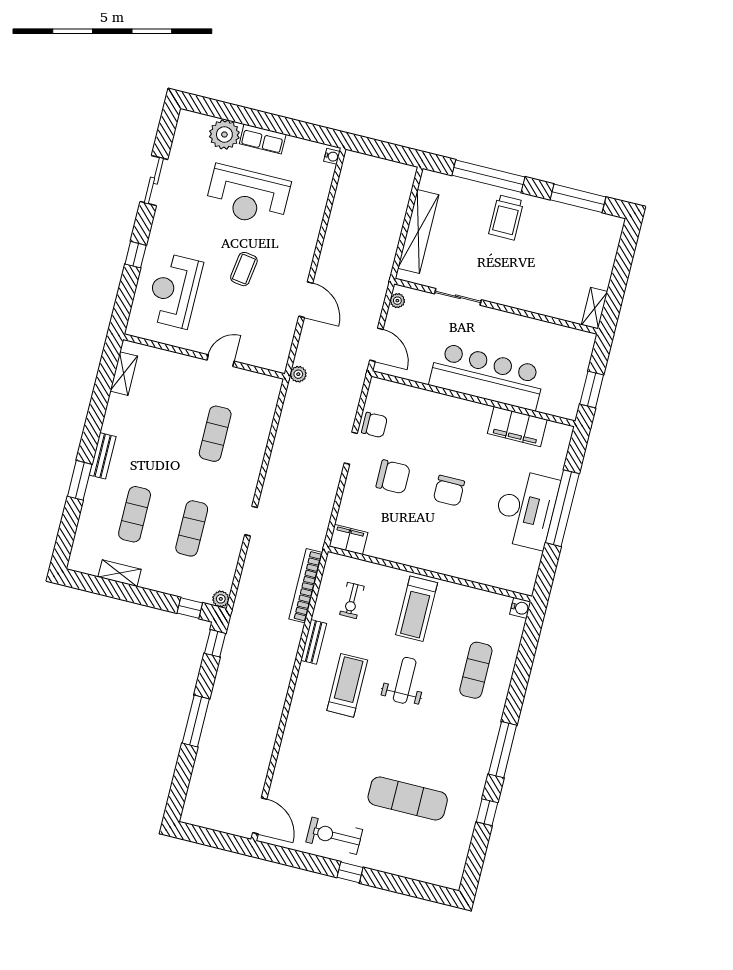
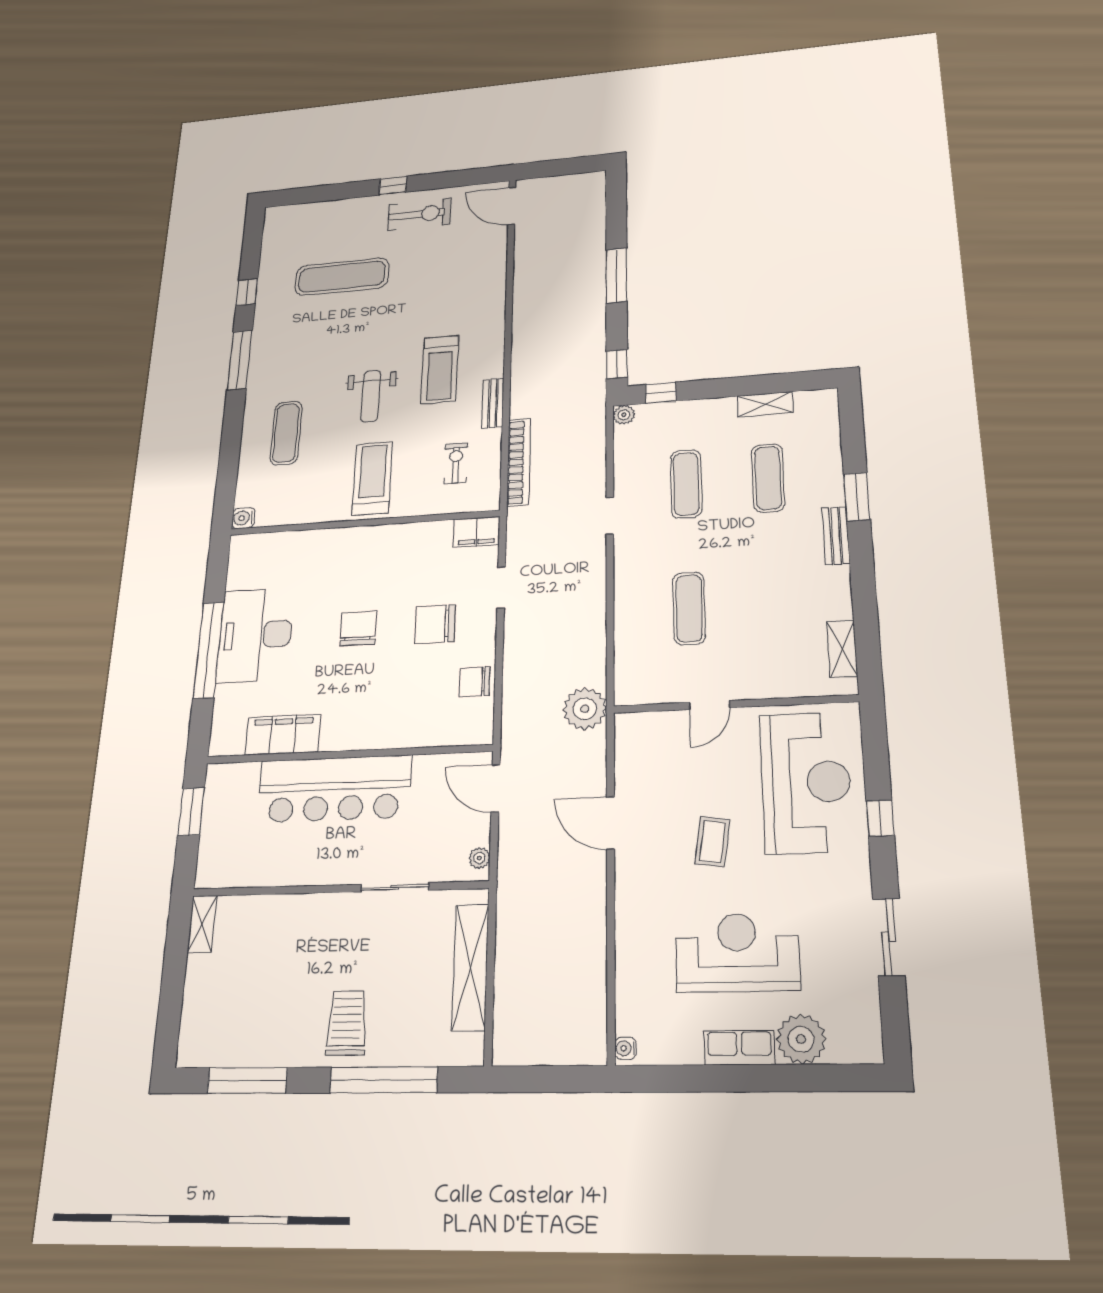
reception desk: (174, 291) -> (806, 782), width x1.36, depth x1.30
plant: (298, 374) -> (585, 709), width x1.87, depth x1.87
doorway: (351, 448) -> (501, 588), moved

